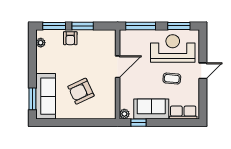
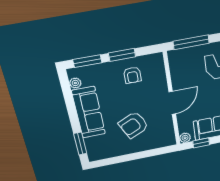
armchair: (70, 38) -> (132, 75), moved
door: (118, 67) -> (172, 103), moved
sofa: (46, 96) -> (89, 113), moved

